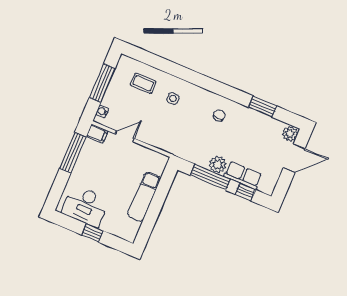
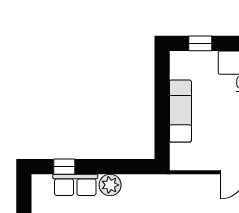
window: (210, 177) -> (112, 167), removed
window: (92, 233) -> (200, 43), moved

